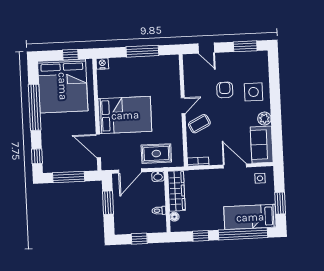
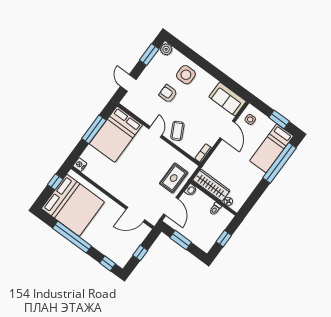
door: (206, 48) -> (128, 83), swing flipped
bed: (125, 115) -> (116, 134), moved, turned 180
plant: (264, 119) -> (166, 49), moved
door: (235, 166) -> (227, 130), swing flipped
window: (69, 177) -> (140, 253), width x0.46
window: (201, 236) -> (257, 194), removed

